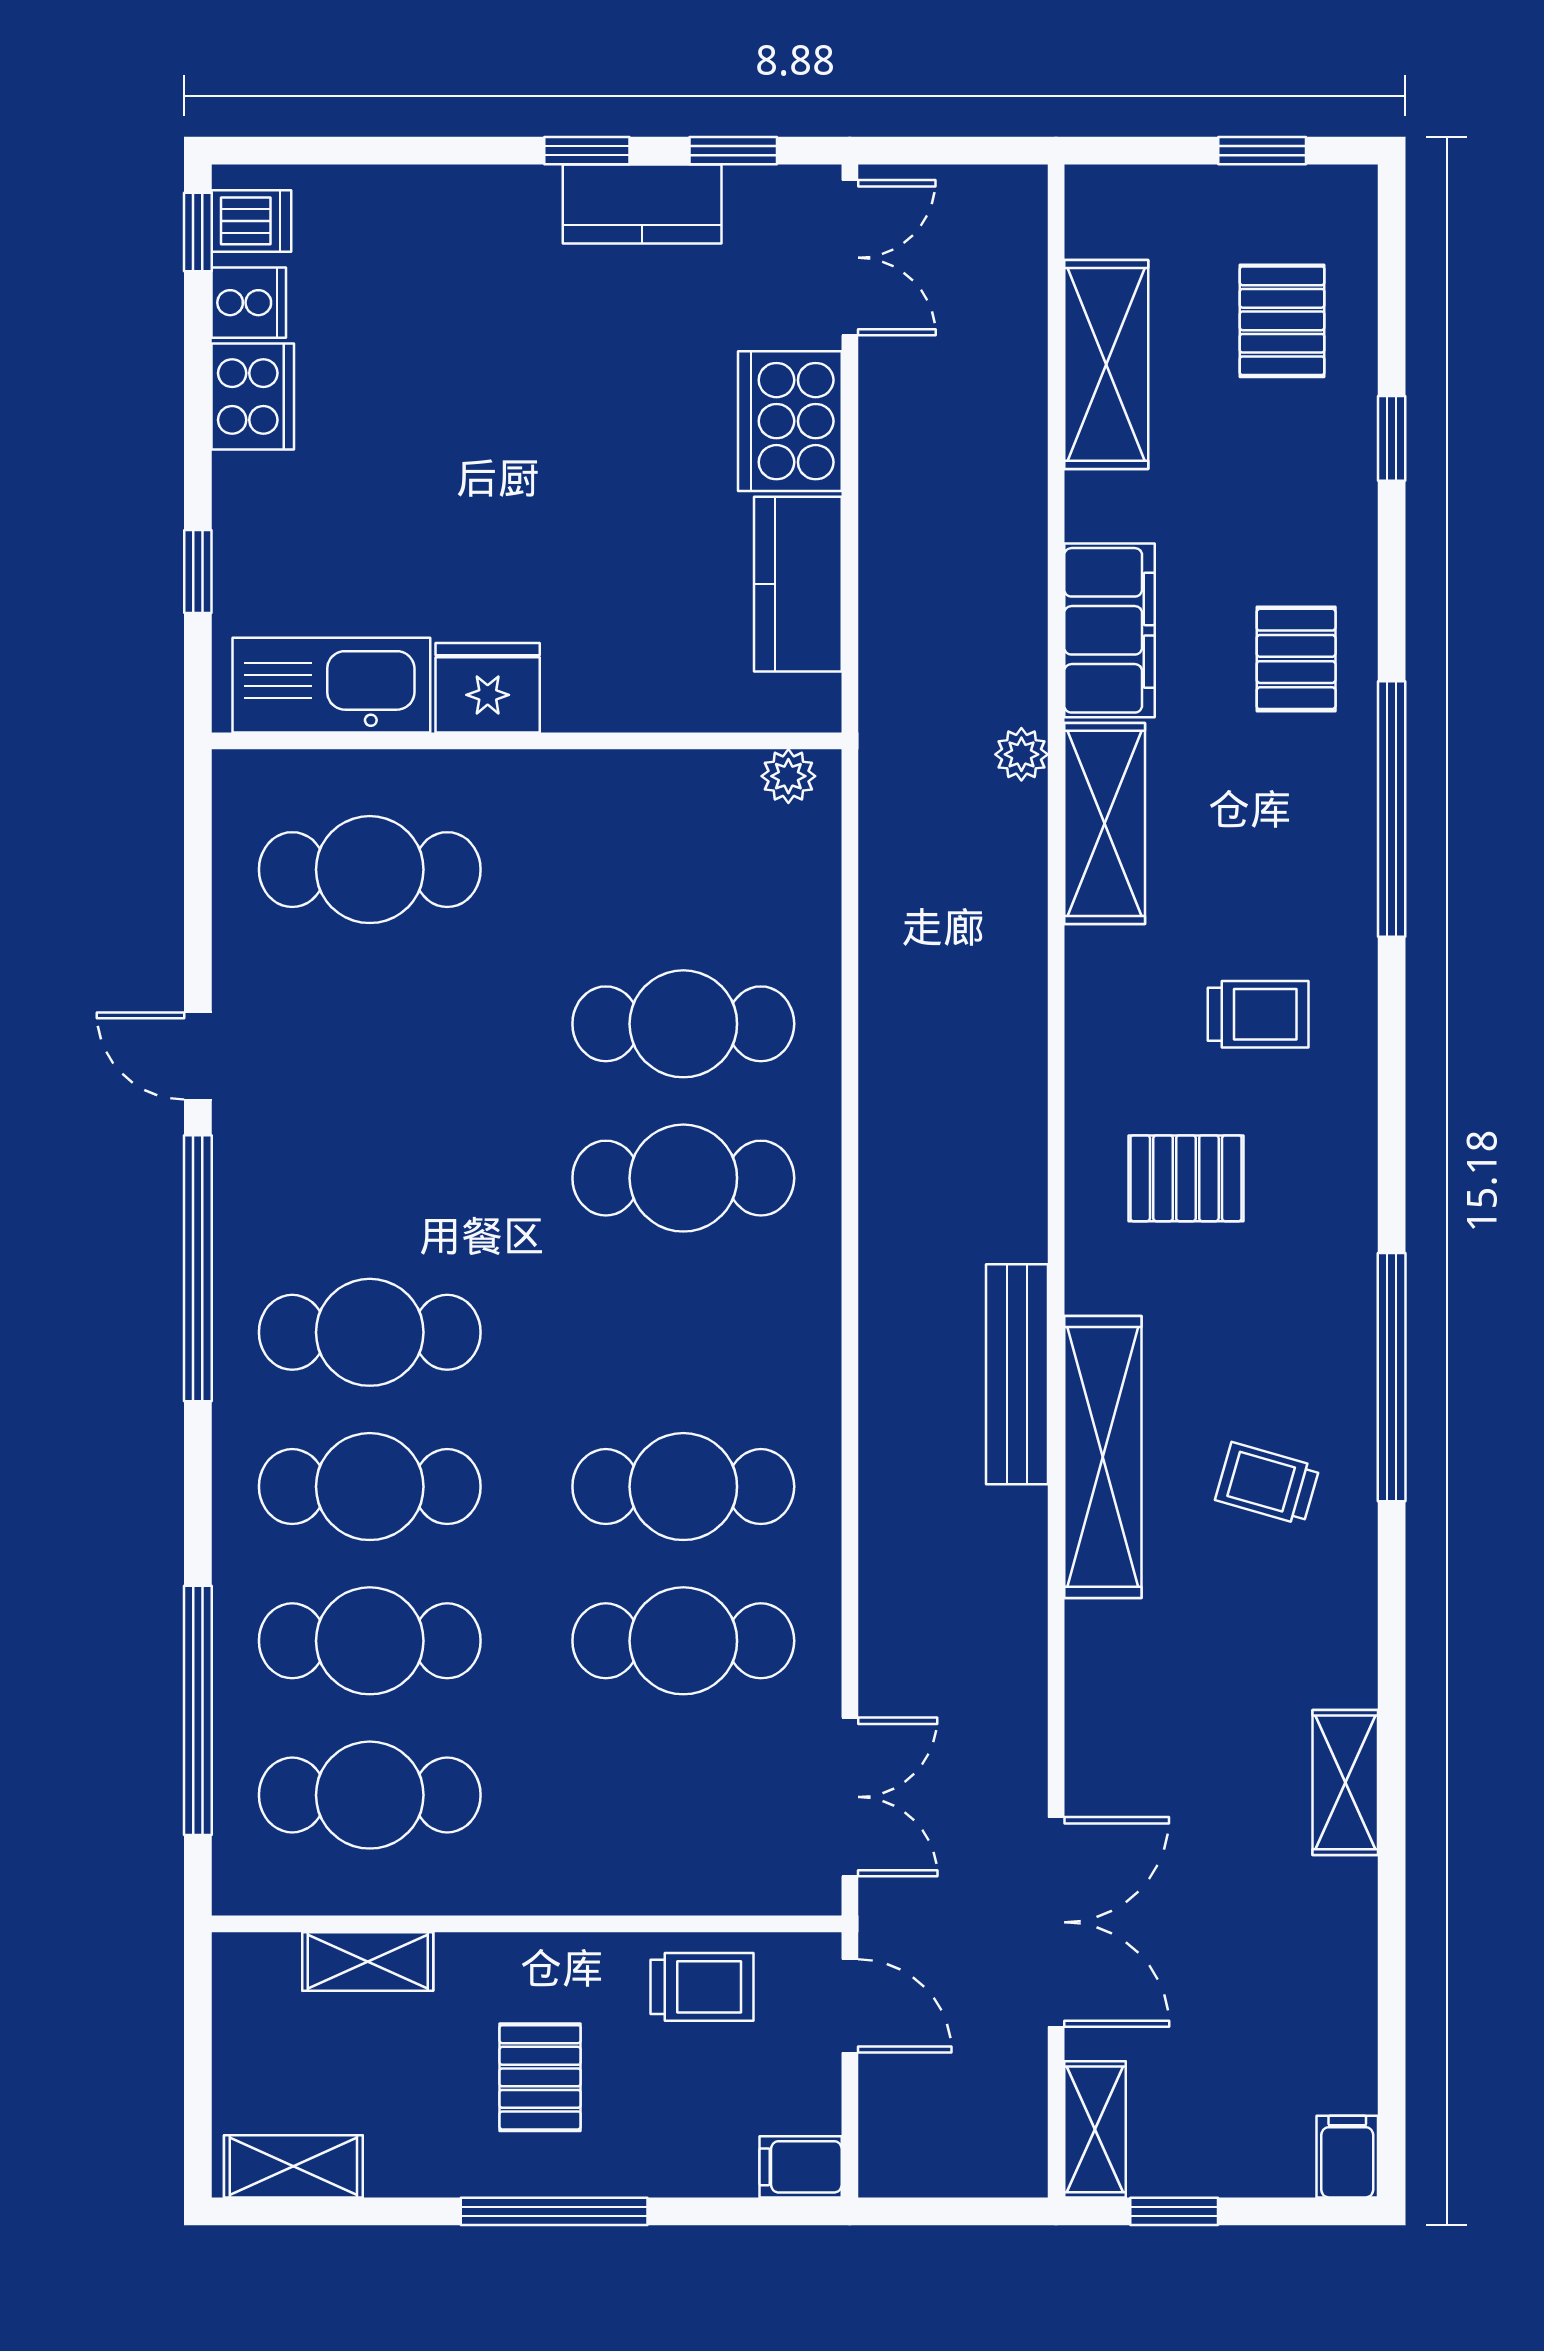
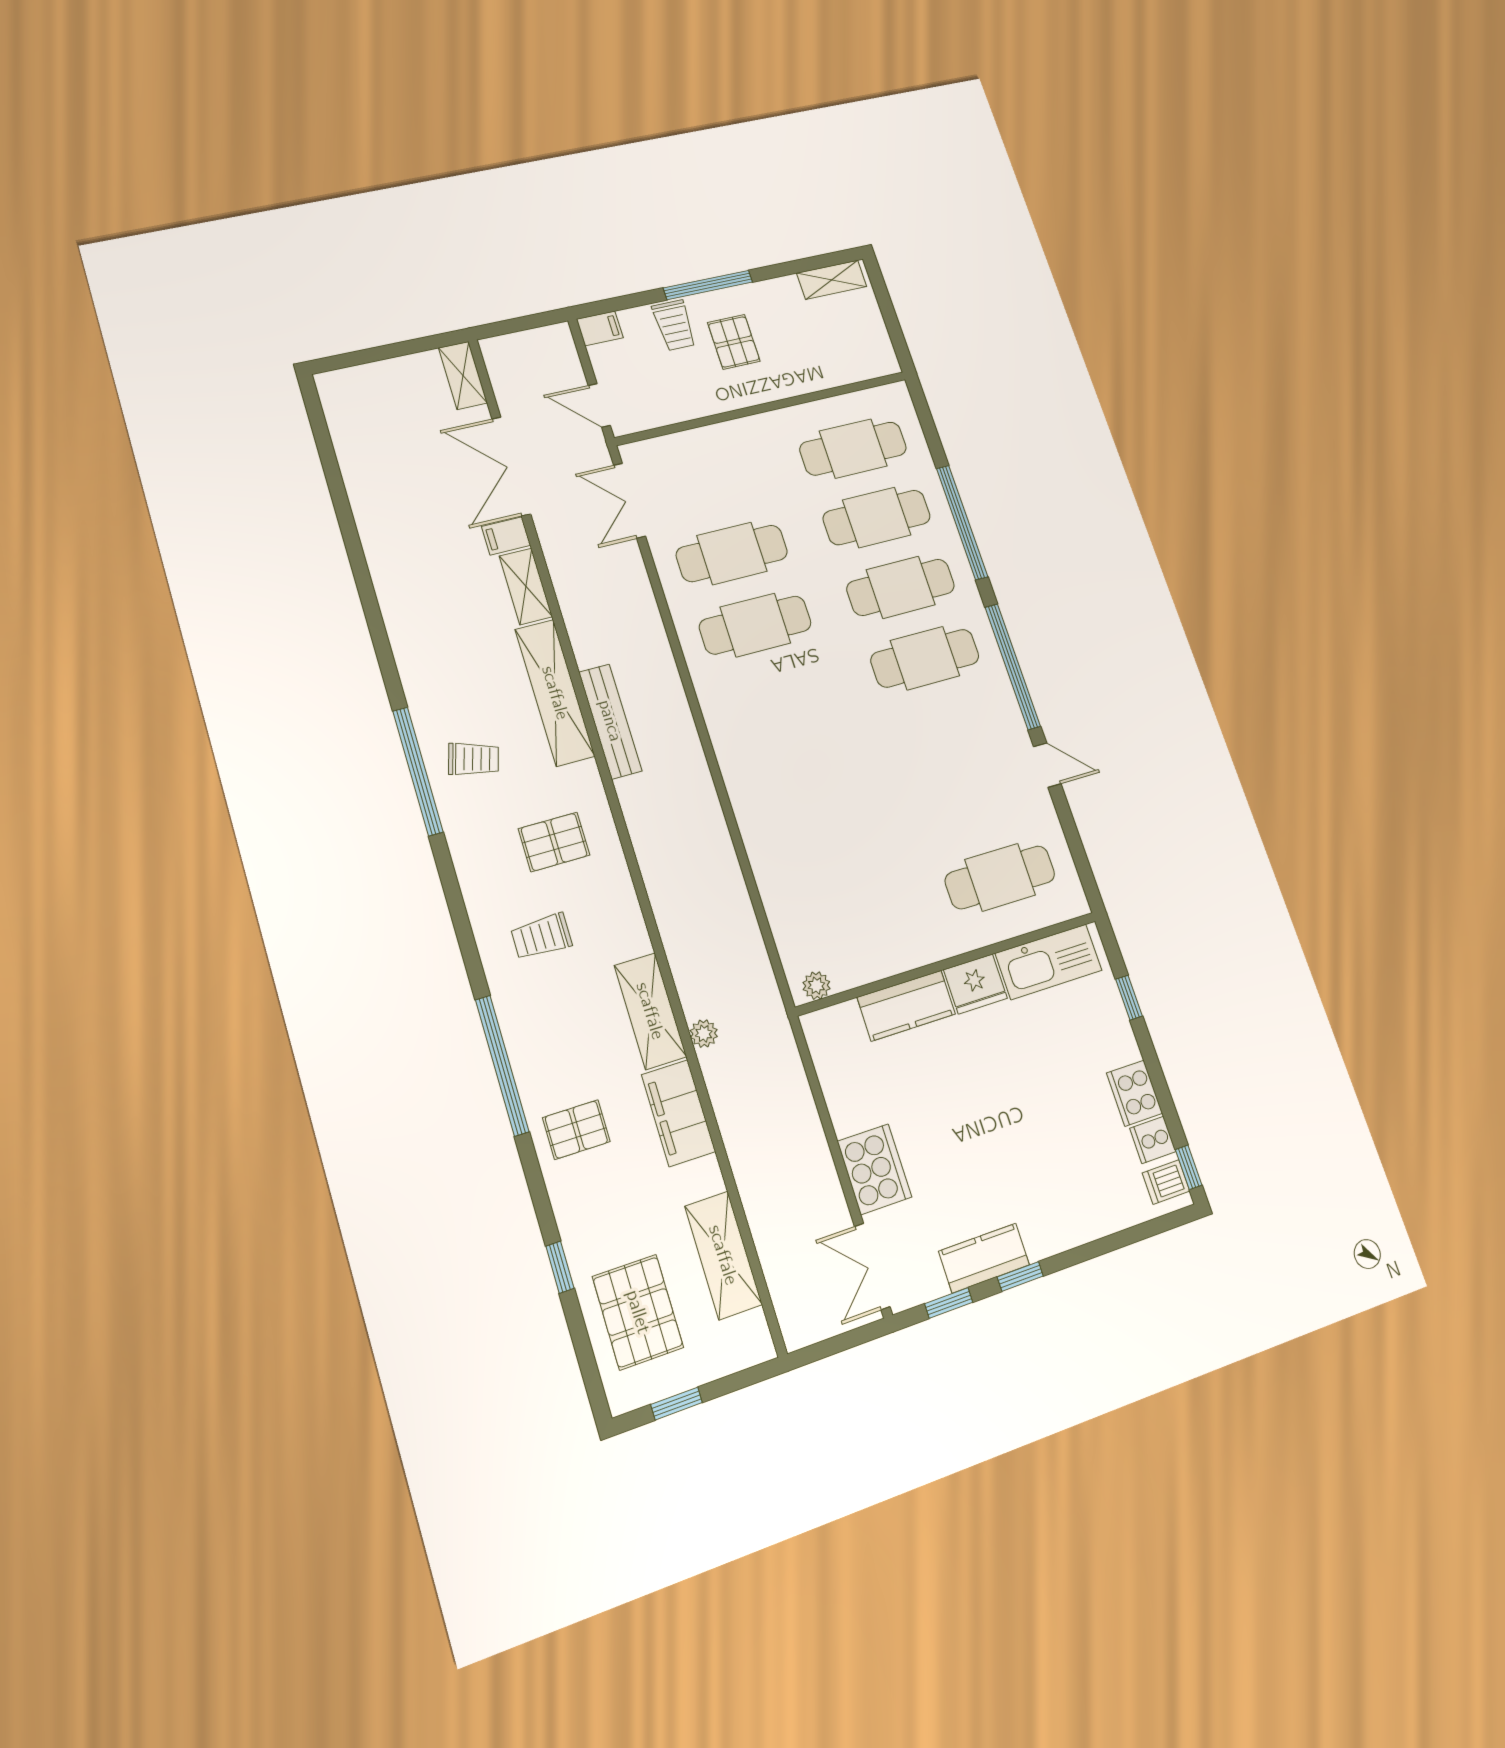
pallet: (1282, 321) -> (638, 1312), width x1.50, depth x1.42
kitchen counter: (798, 584) -> (906, 1006), moved, turned 90
pallet: (1296, 659) -> (576, 1130), turned 90
cafe table: (683, 1024) -> (828, 847), removed
cafe table: (683, 1178) -> (803, 772), removed
trolley: (1267, 1483) -> (474, 759), moved
window: (198, 1710) -> (962, 522), moved
shelving: (1345, 1782) -> (526, 586), moved
shelving: (368, 1961) -> (829, 375), removed
trolley: (702, 1987) -> (674, 325), moved, turned -90
filing cabinet: (1347, 2157) -> (506, 536), moved, turned 90
window: (1174, 2211) -> (413, 346), removed

